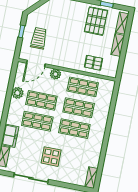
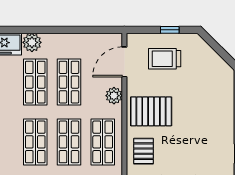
pallet: (96, 21) -> (151, 111), moved
trolley: (39, 38) -> (165, 59), turned 180
door: (36, 64) -> (124, 62), hinge flipped
plant: (17, 93) -> (32, 42), moved

